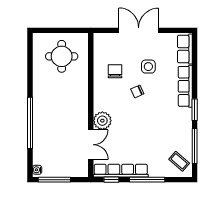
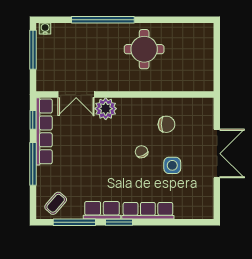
row of seats: (185, 49) -> (102, 210), moved
round table: (62, 56) -> (144, 49), moved

